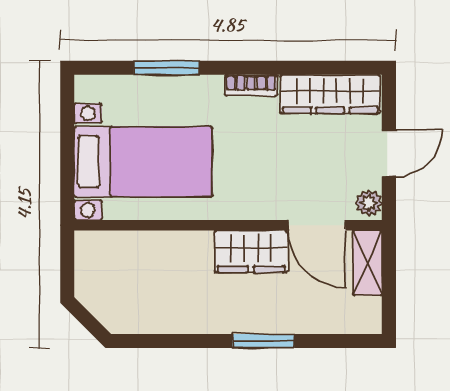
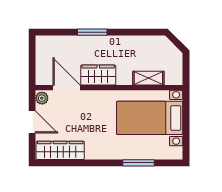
bookcase: (251, 85) -> (98, 155), removed
door: (389, 153) -> (32, 122), swing flipped
shelving: (367, 263) -> (148, 78), moved, turned 90

